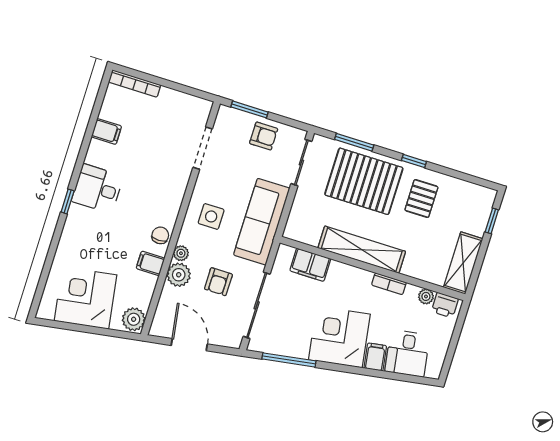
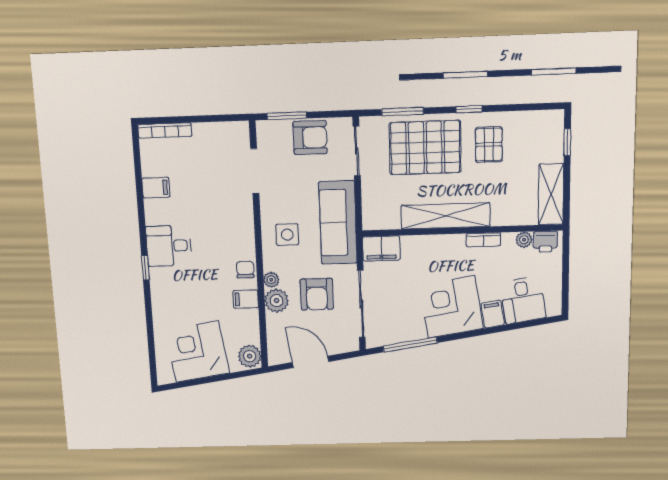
armchair: (264, 136) -> (310, 138), width x1.38, depth x1.38
filing cabinet: (310, 265) -> (381, 248), moved
armchair: (218, 282) -> (317, 294), width x1.38, depth x1.38

